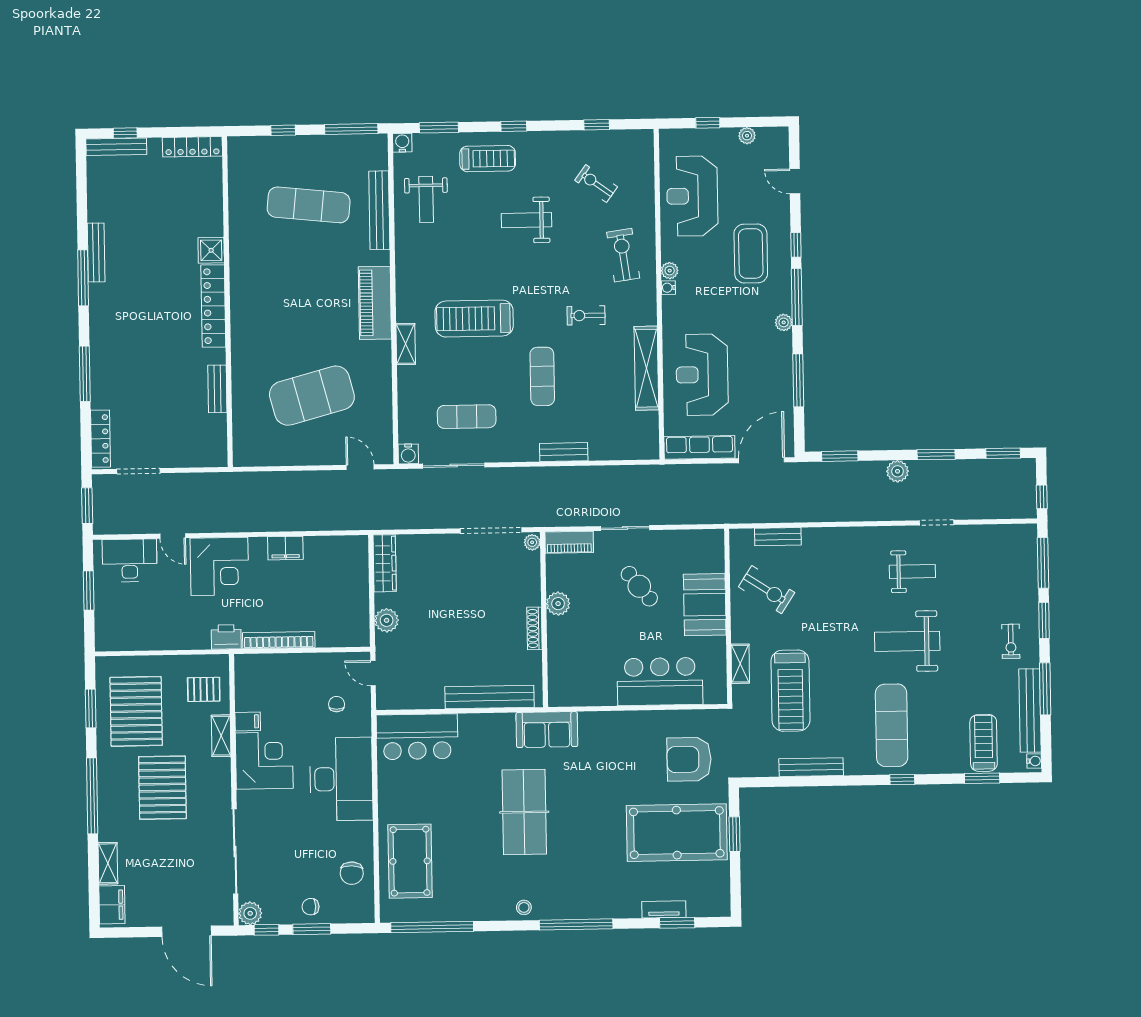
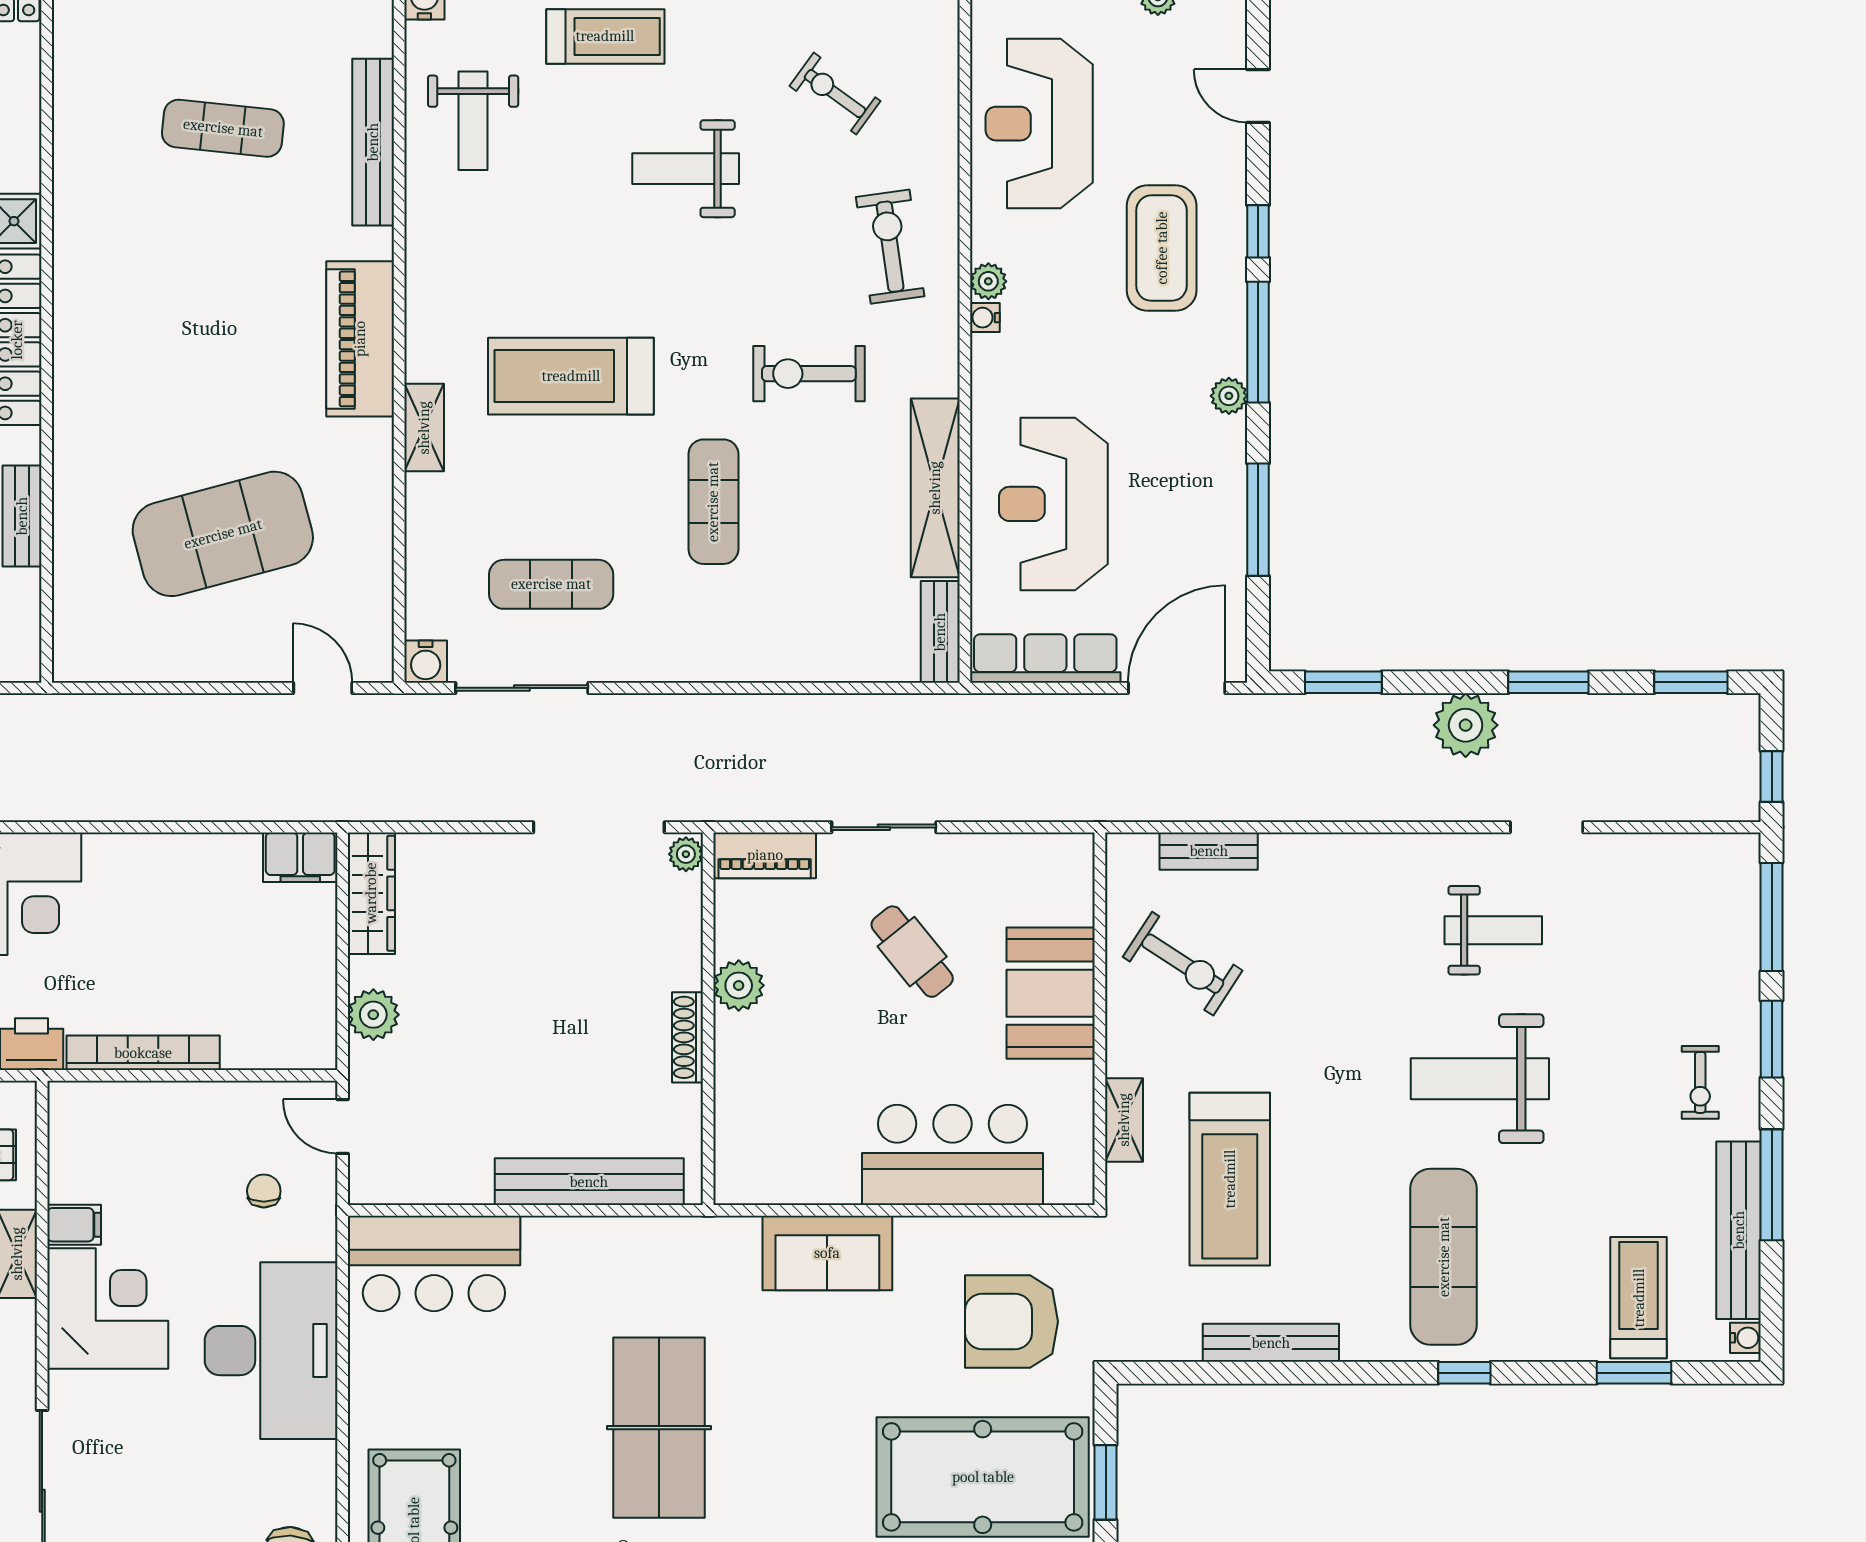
exercise mat: (309, 205) -> (223, 128), width x0.73, depth x0.69
exercise bike: (586, 315) -> (809, 374), width x1.38, depth x1.39
bench: (564, 452) -> (940, 632), moved, turned 90
plant: (898, 471) -> (1466, 725), width x1.36, depth x1.36
filing cabinet: (285, 548) -> (300, 857), moved
sofa: (547, 730) -> (827, 1253), moved

